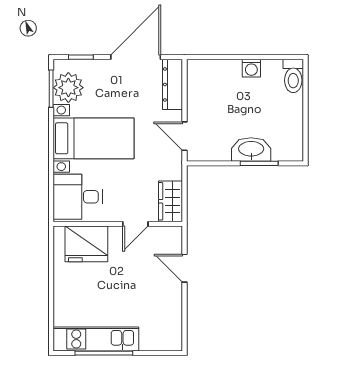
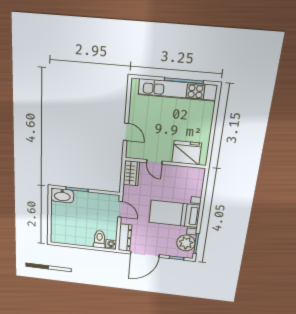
washing machine: (251, 68) -> (111, 245), moved
toilet: (293, 76) -> (99, 239), moved
washbasin: (251, 149) -> (62, 196), moved
desk: (78, 197) -> (188, 182), removed
door: (135, 224) -> (154, 162), swing flipped
kitchen unit: (96, 339) -> (178, 90), width x1.36

